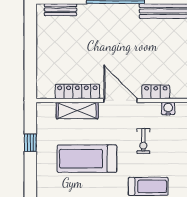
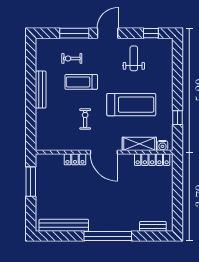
locker: (77, 91) -> (152, 160), moved
water cooler: (168, 109) -> (162, 146), moved

